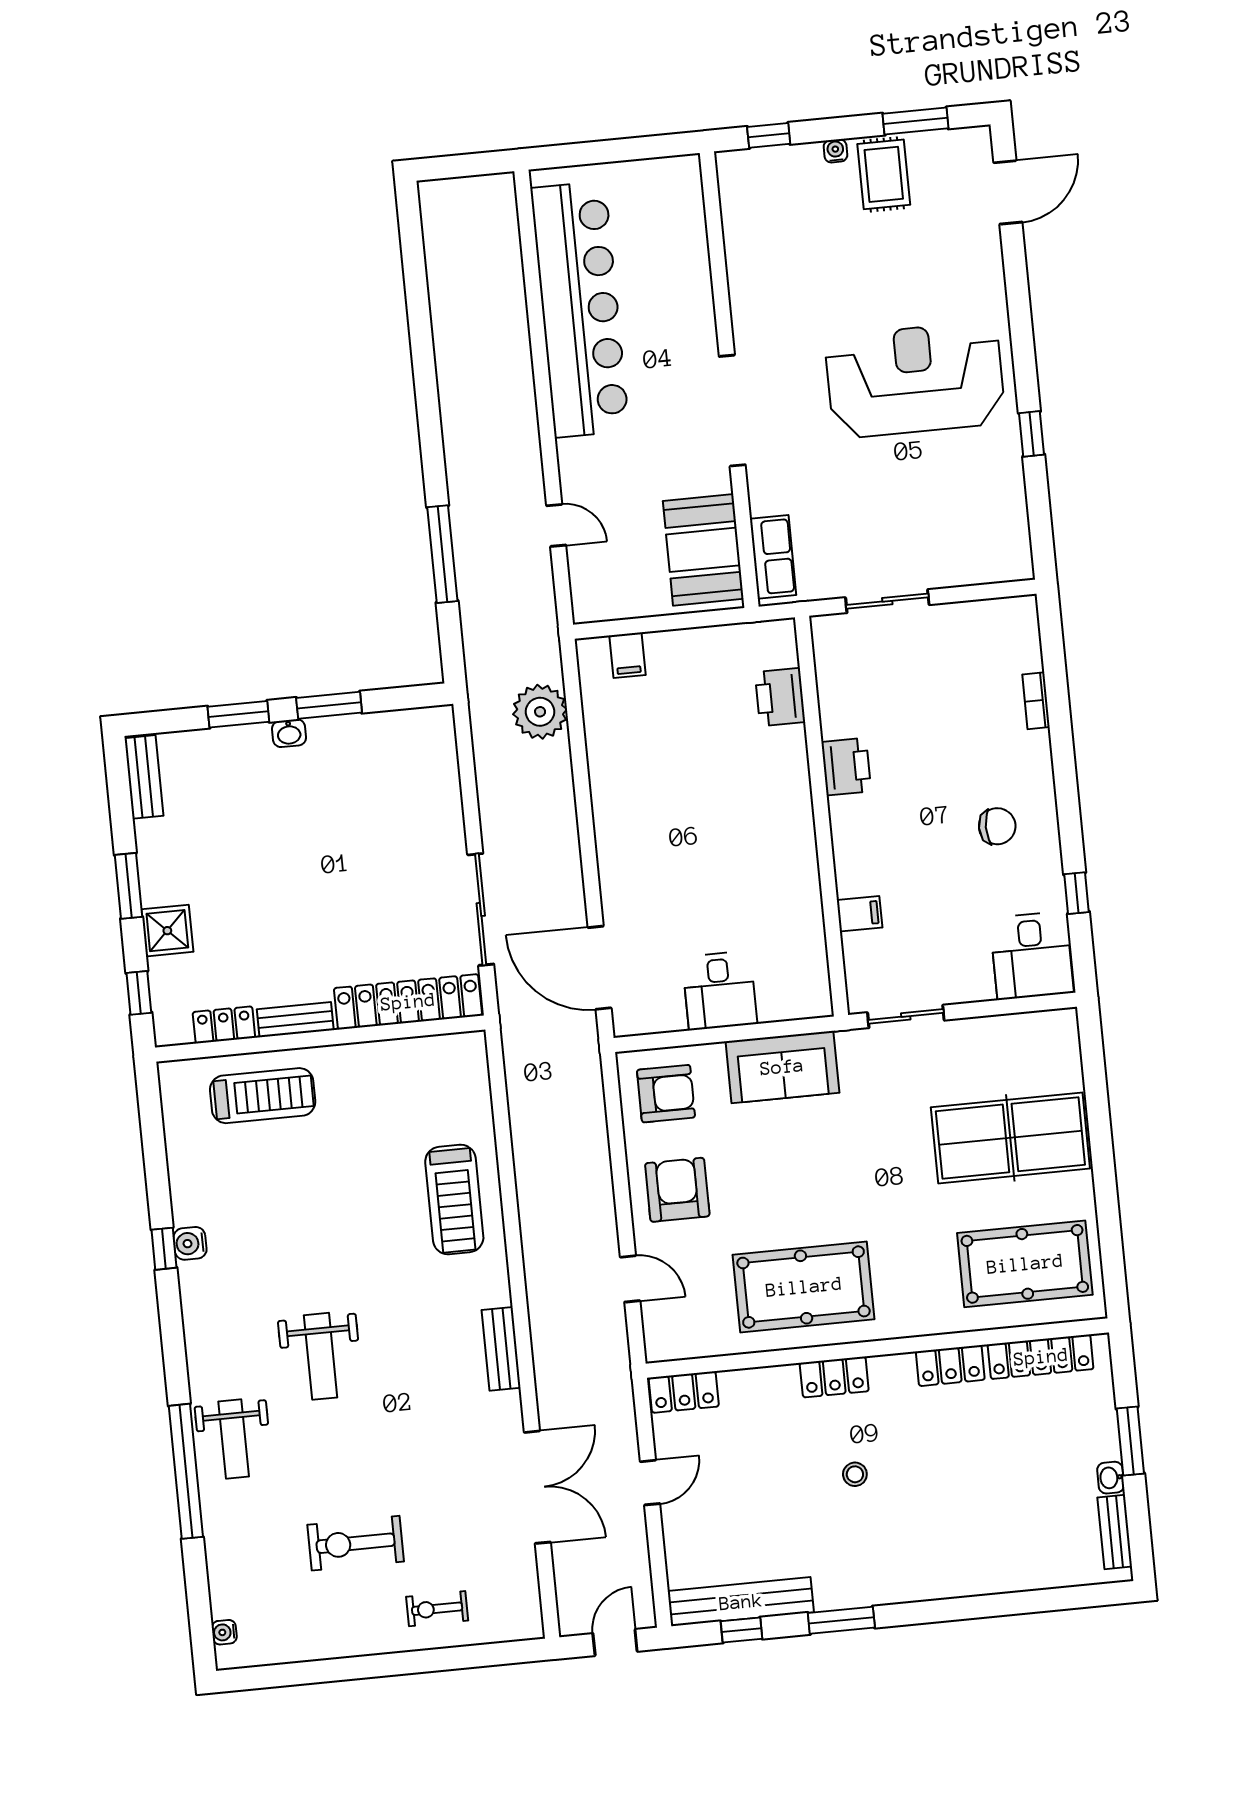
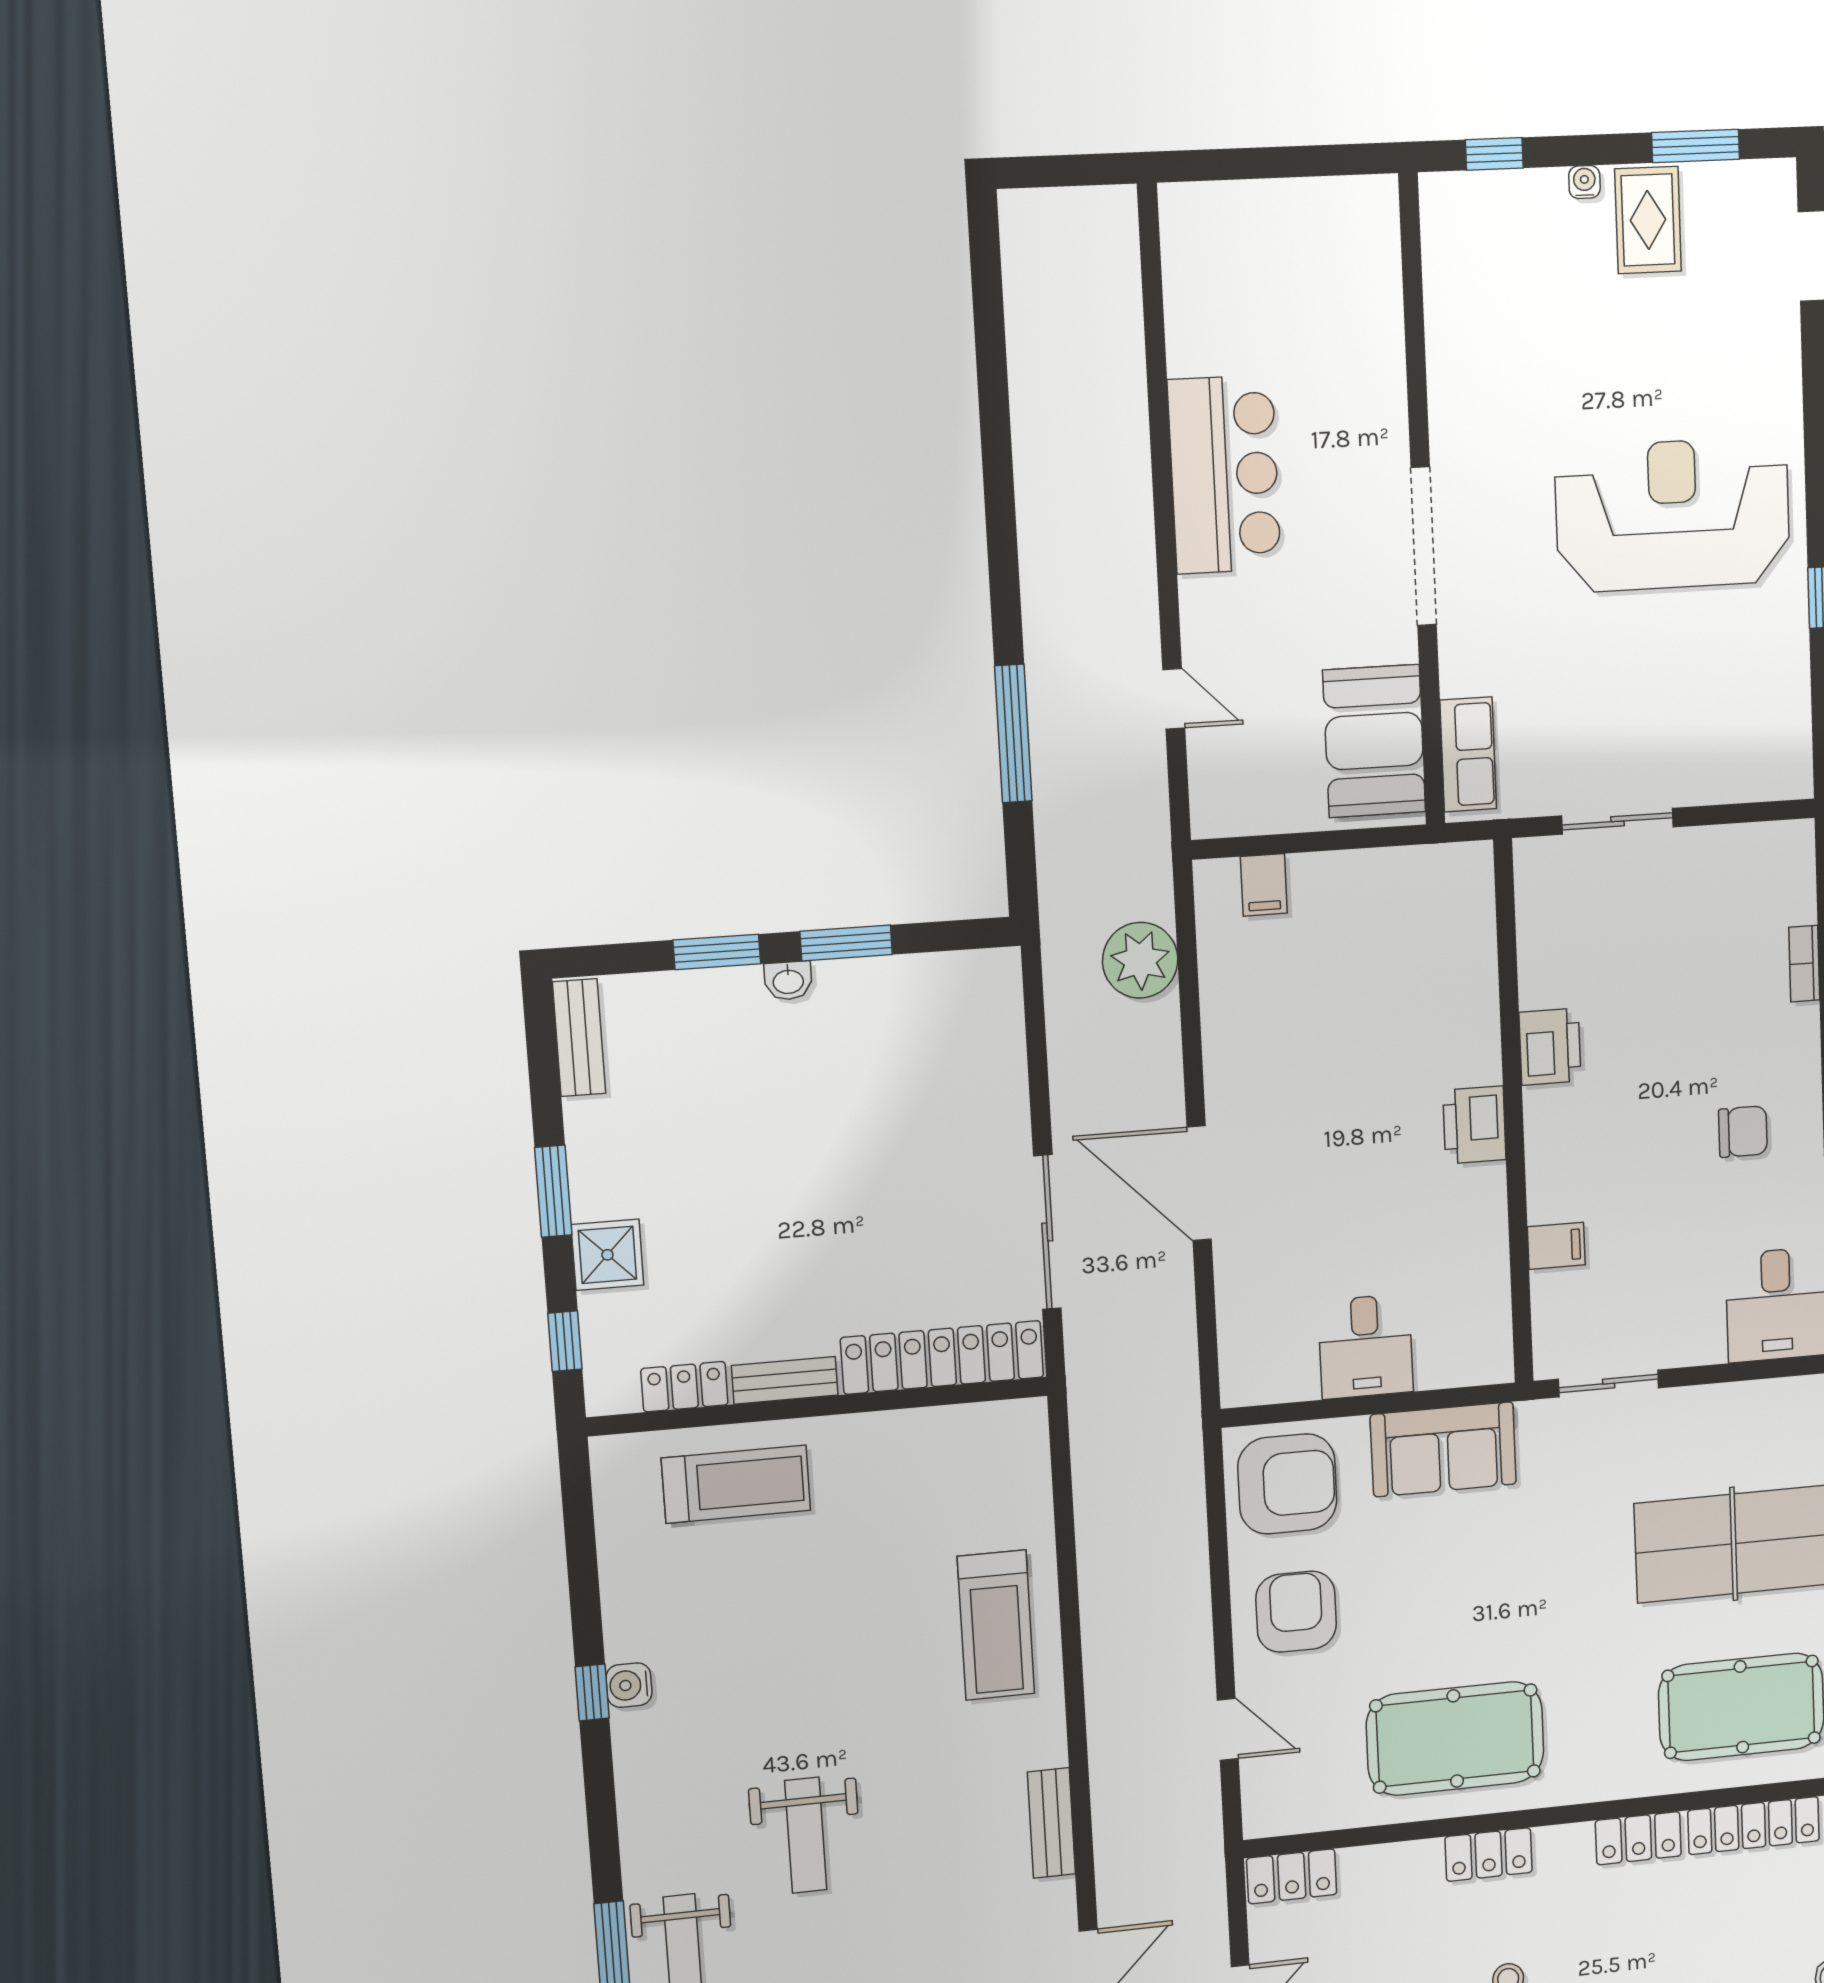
bar counter: (580, 309) -> (1224, 475), width x0.54
printer: (780, 697) -> (1474, 1125), moved
door: (600, 968) -> (1199, 1183), moved
armchair: (666, 1094) -> (1287, 1484), width x1.36, depth x1.36

